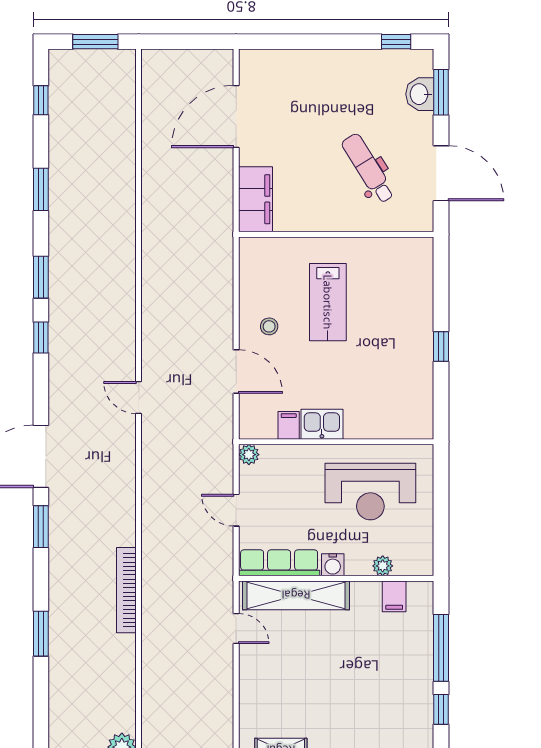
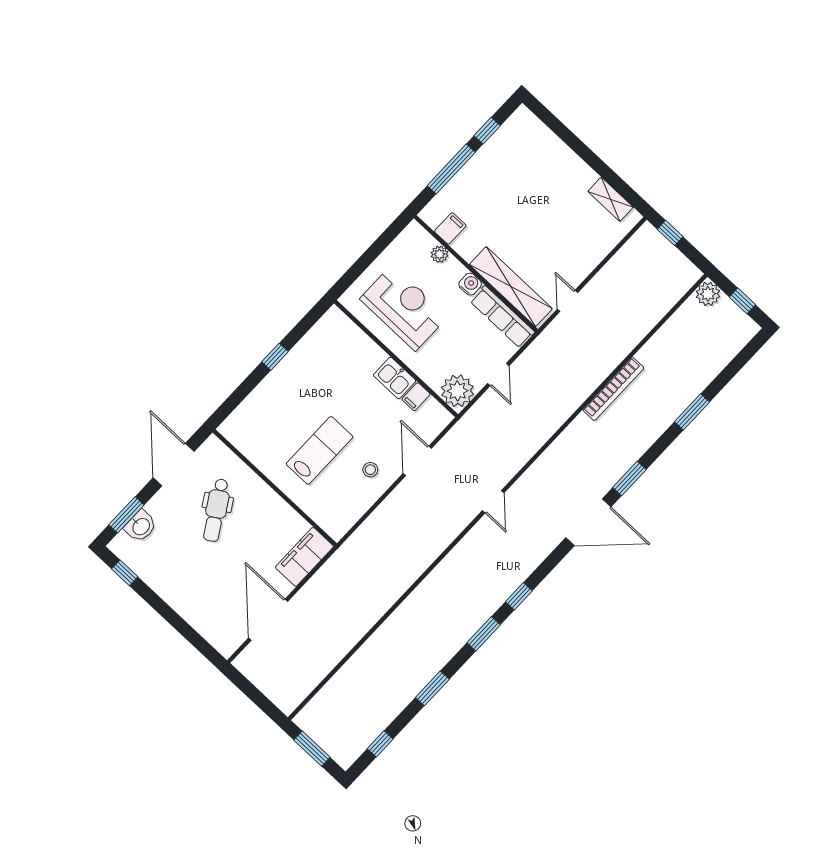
door: (236, 117) -> (268, 620), swing flipped
plant: (249, 455) -> (457, 391), width x1.87, depth x1.87

